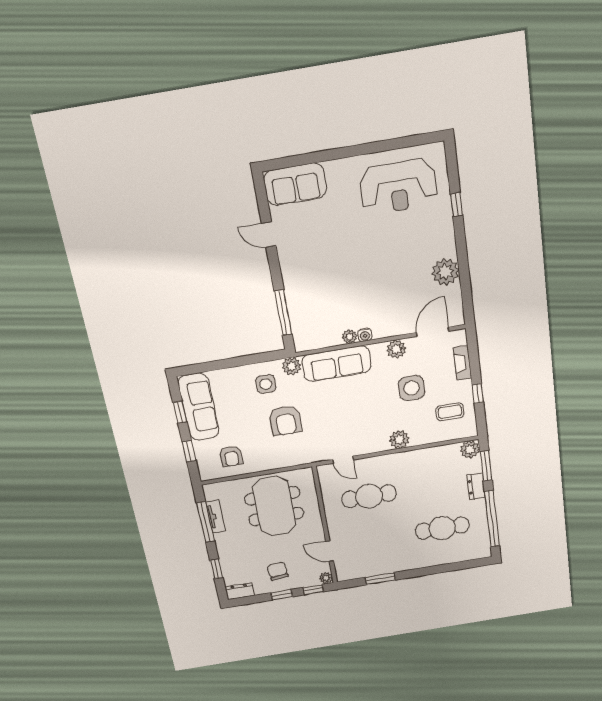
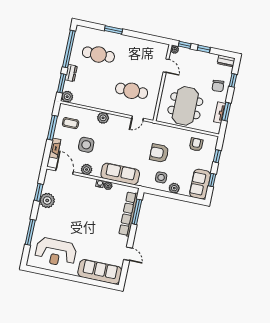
sofa: (295, 184) -> (100, 272), width x1.36
reception desk: (398, 187) -> (56, 252), turned 180
window: (457, 205) -> (30, 232), width x2.17
window: (465, 280) -> (39, 192), added
row of seats: (296, 304) -> (128, 214), added
door: (433, 332) -> (64, 171), swing flipped
plant: (292, 366) -> (174, 188), moved
window: (478, 393) -> (52, 128), width x2.17
sofa: (199, 407) -> (200, 184), width x0.73
armchair: (285, 421) -> (159, 153), turned -90
door: (343, 460) -> (138, 118), swing flipped
window: (206, 522) -> (226, 112), width x0.69
chair: (278, 571) -> (218, 86), moved
window: (380, 579) -> (113, 30), moved

